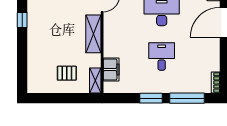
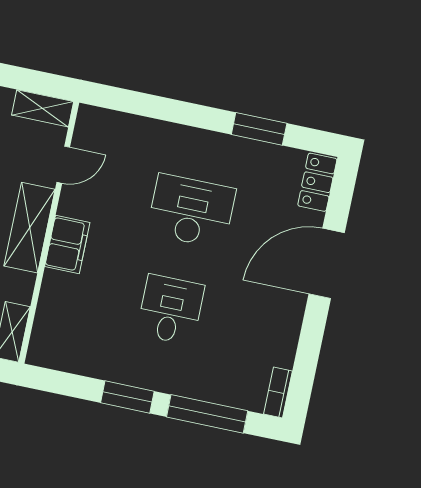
filing cabinet: (111, 70) -> (67, 245), moved

